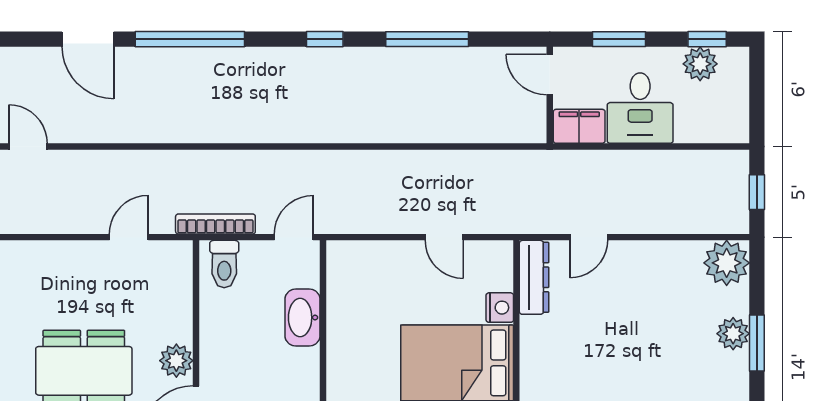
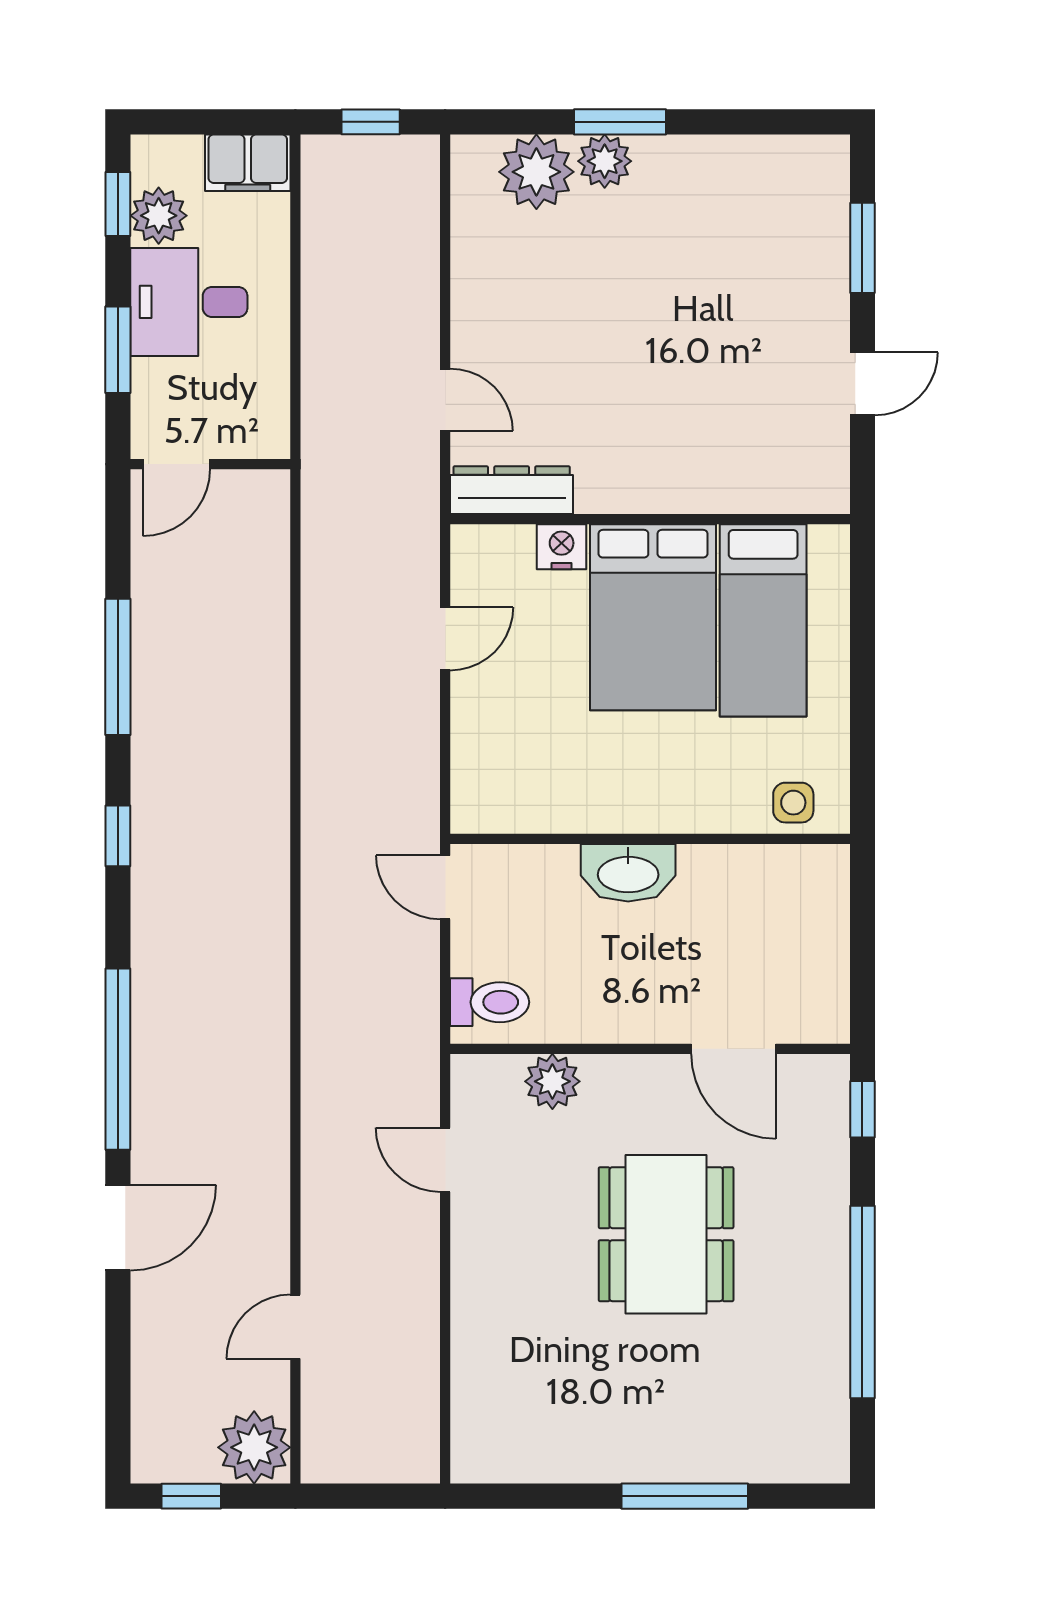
desk: (640, 108) -> (189, 302), moved, turned 180
filing cabinet: (579, 126) -> (248, 163), moved, turned -90
bookcase: (215, 224) -> (423, 1017), removed
plant: (727, 263) -> (536, 172), moved
washbasin: (303, 318) -> (628, 873), moved
plant: (176, 361) -> (552, 1081), moved

